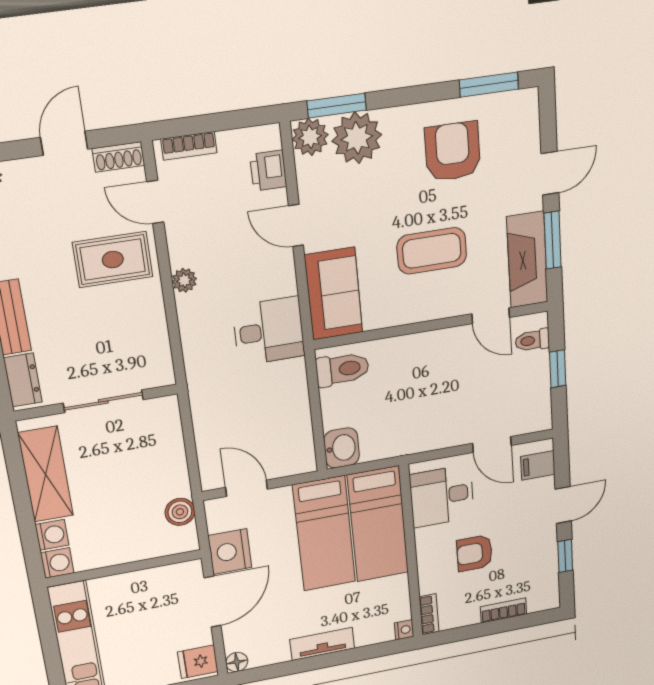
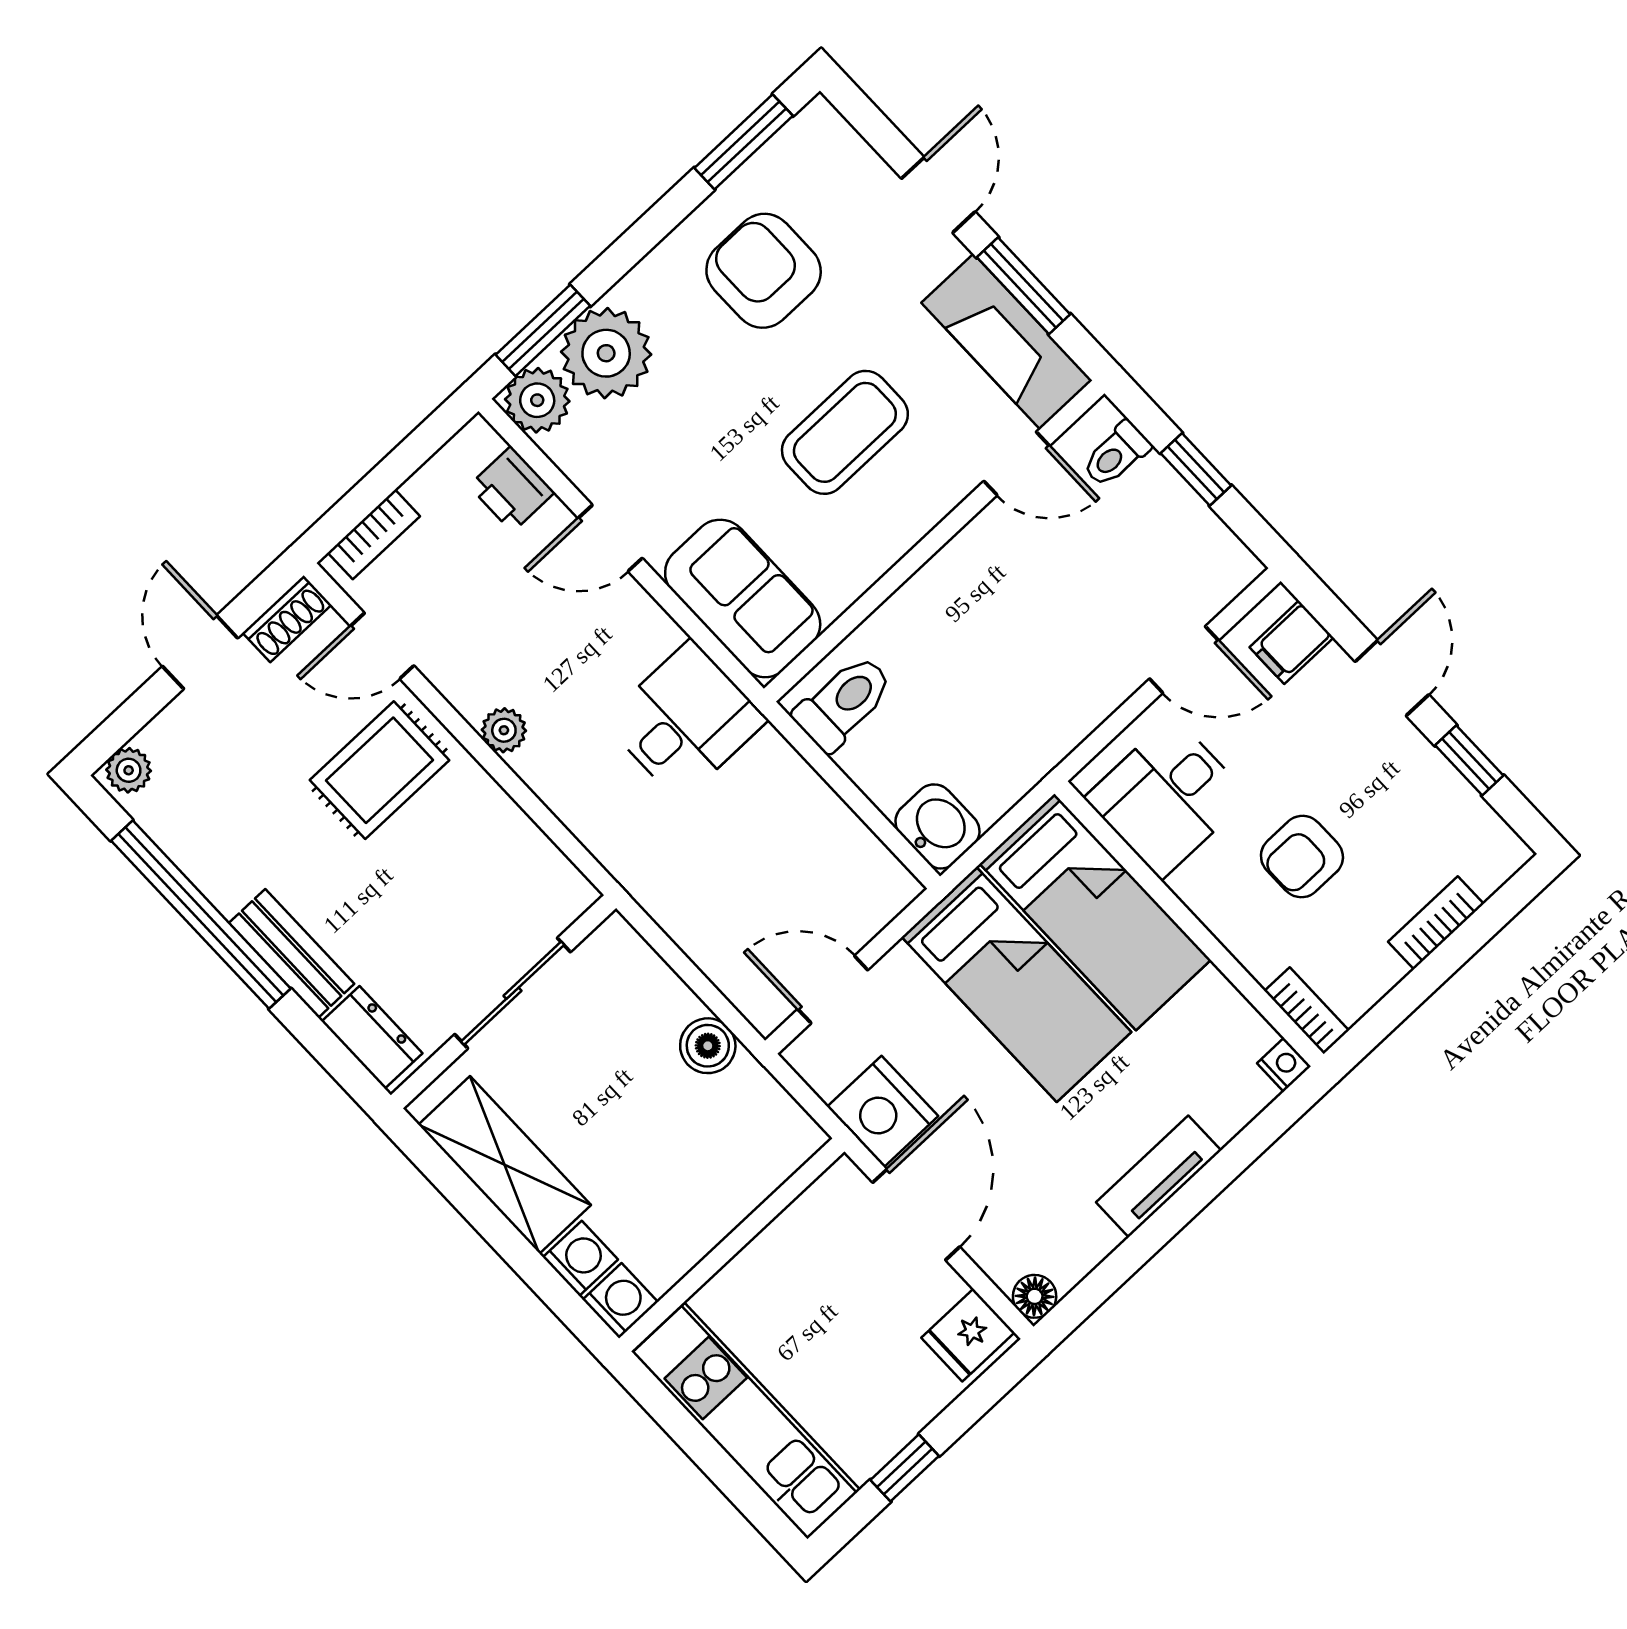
boiler: (180, 512) -> (708, 1046), moved

